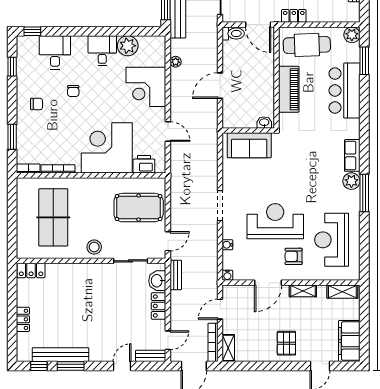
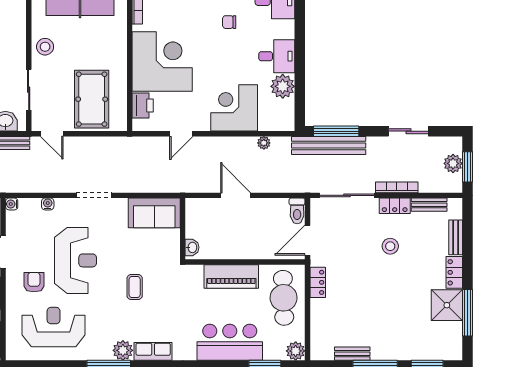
sofa: (249, 145) -> (154, 213), moved, turned -90
coffee table: (298, 171) -> (135, 287), added

